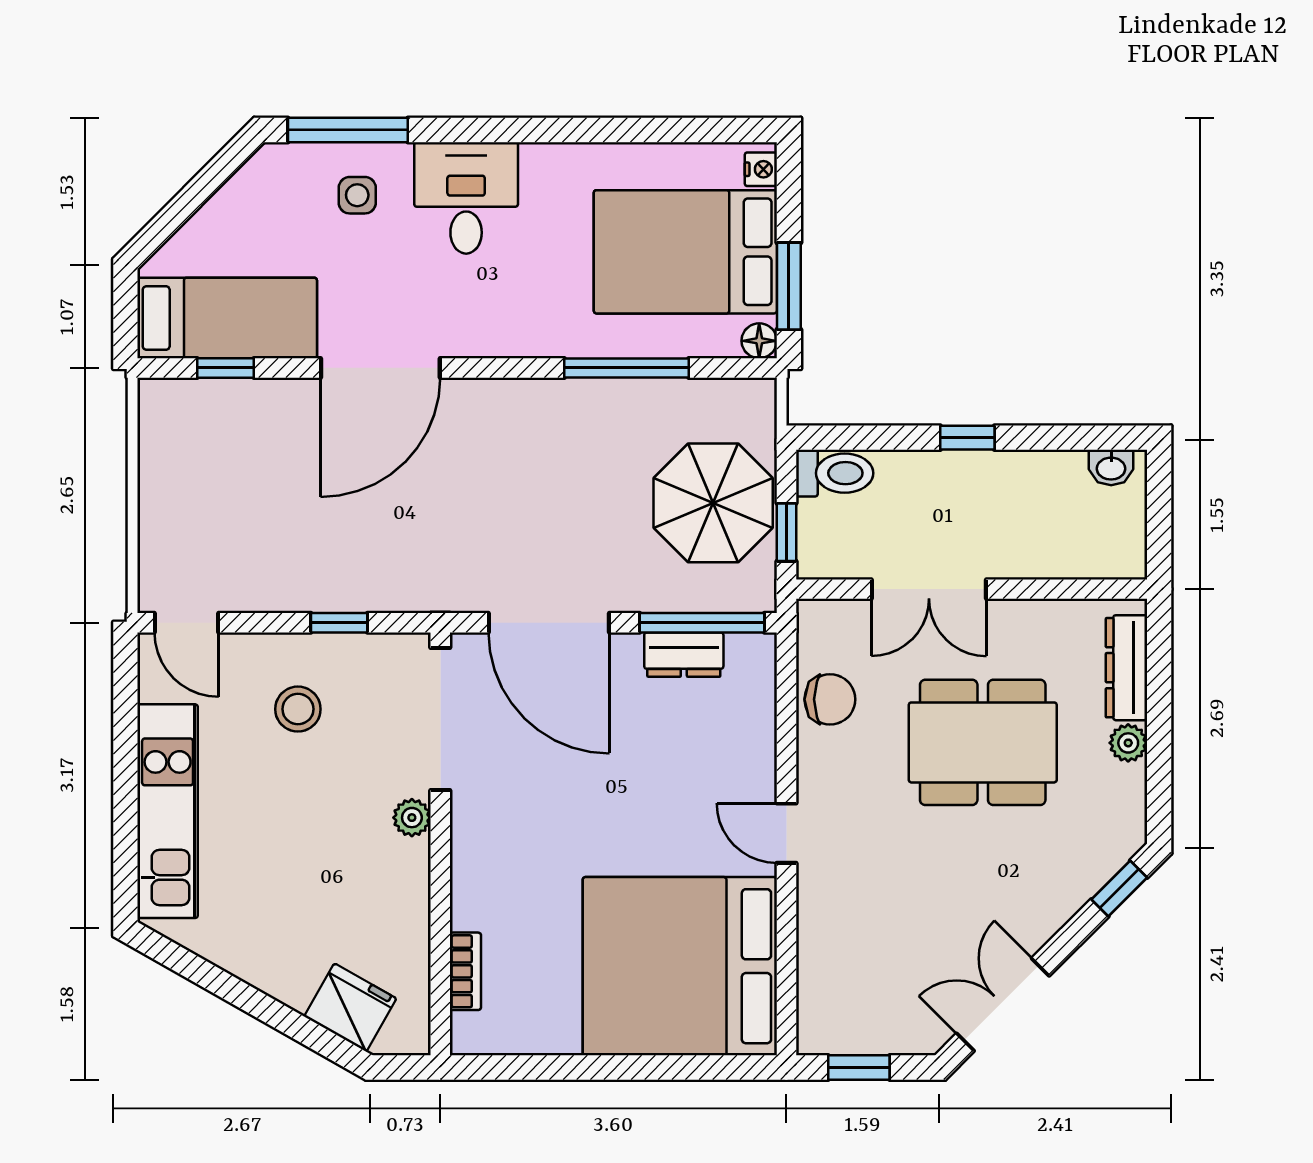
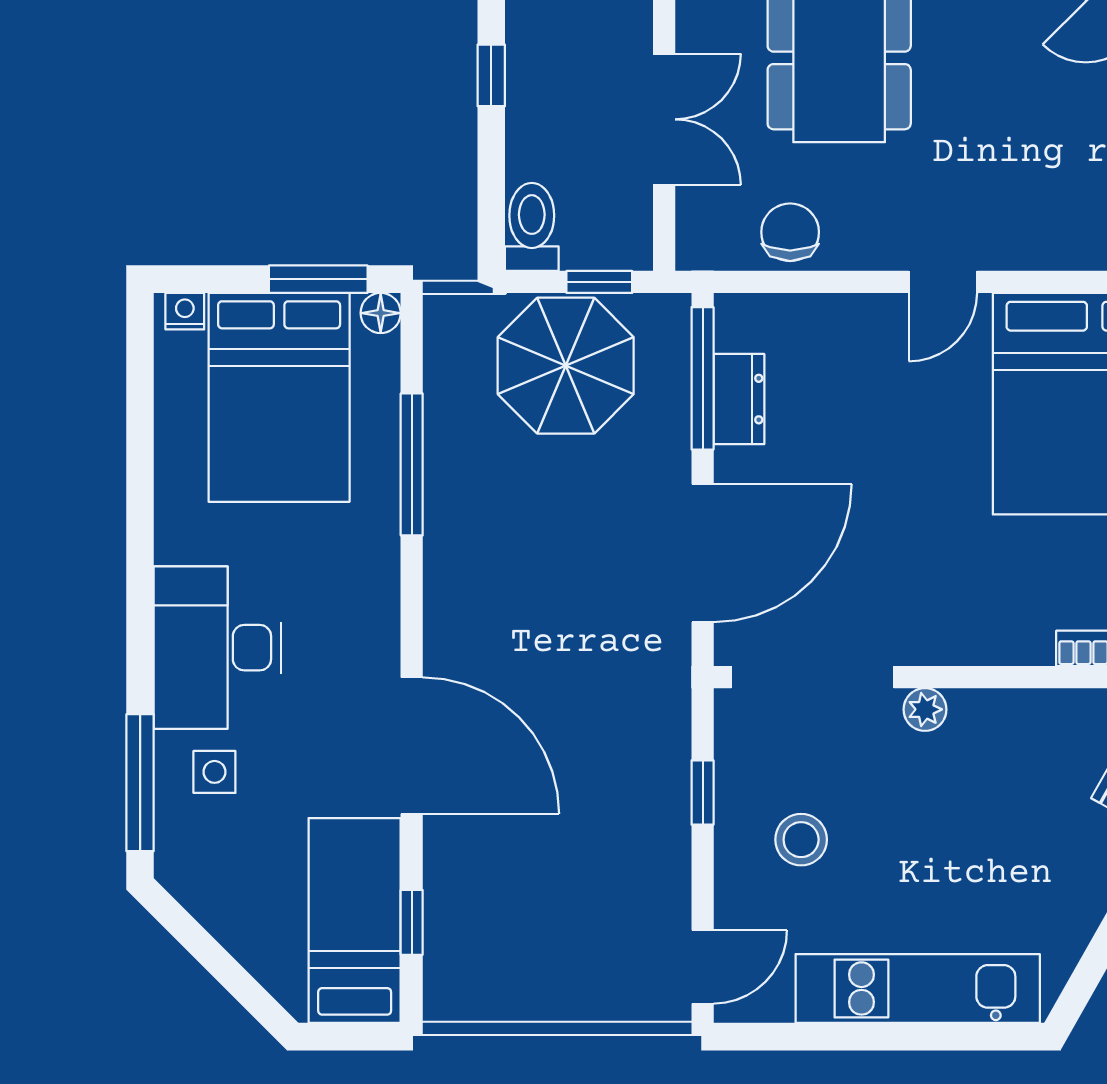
desk: (466, 198) -> (218, 648), width x1.37

